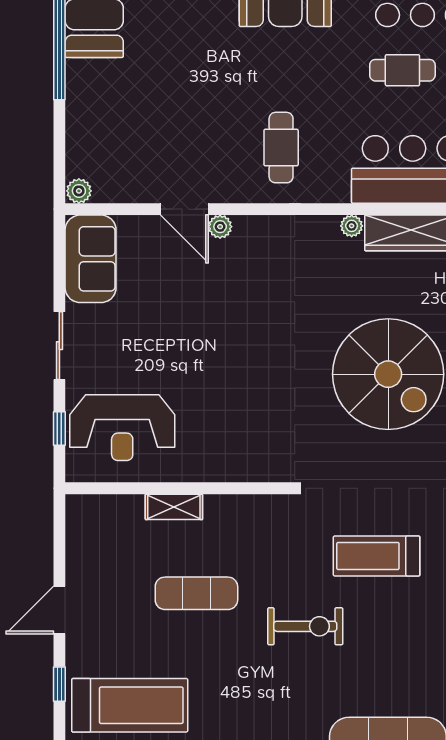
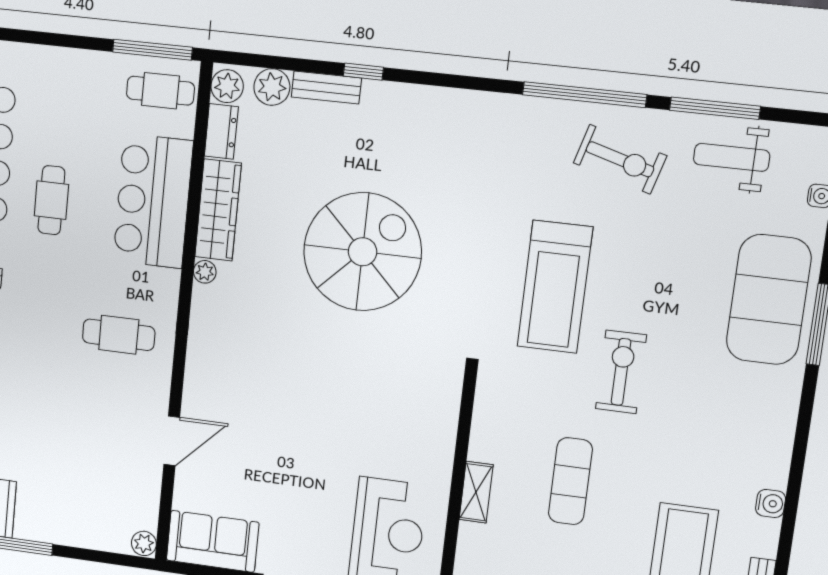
plant: (220, 227) -> (193, 407), removed
treadmill: (377, 556) -> (555, 287), width x1.37, depth x1.37

